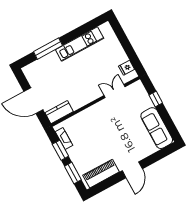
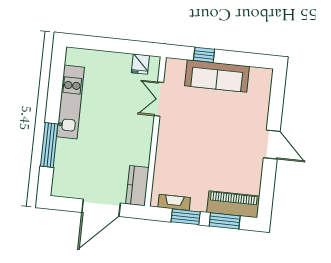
sofa: (157, 128) -> (217, 76), moved
piano: (101, 174) -> (233, 204), moved, turned 90

